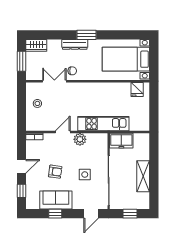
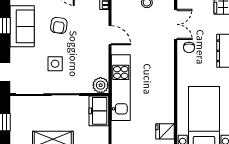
plant: (80, 139) -> (101, 85), moved

